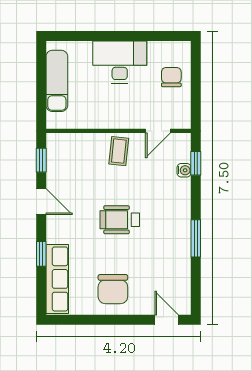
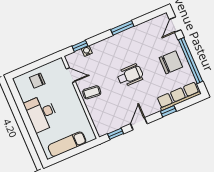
wheelchair: (120, 220) -> (130, 75), turned -90
window: (103, 320) -> (190, 61), added

